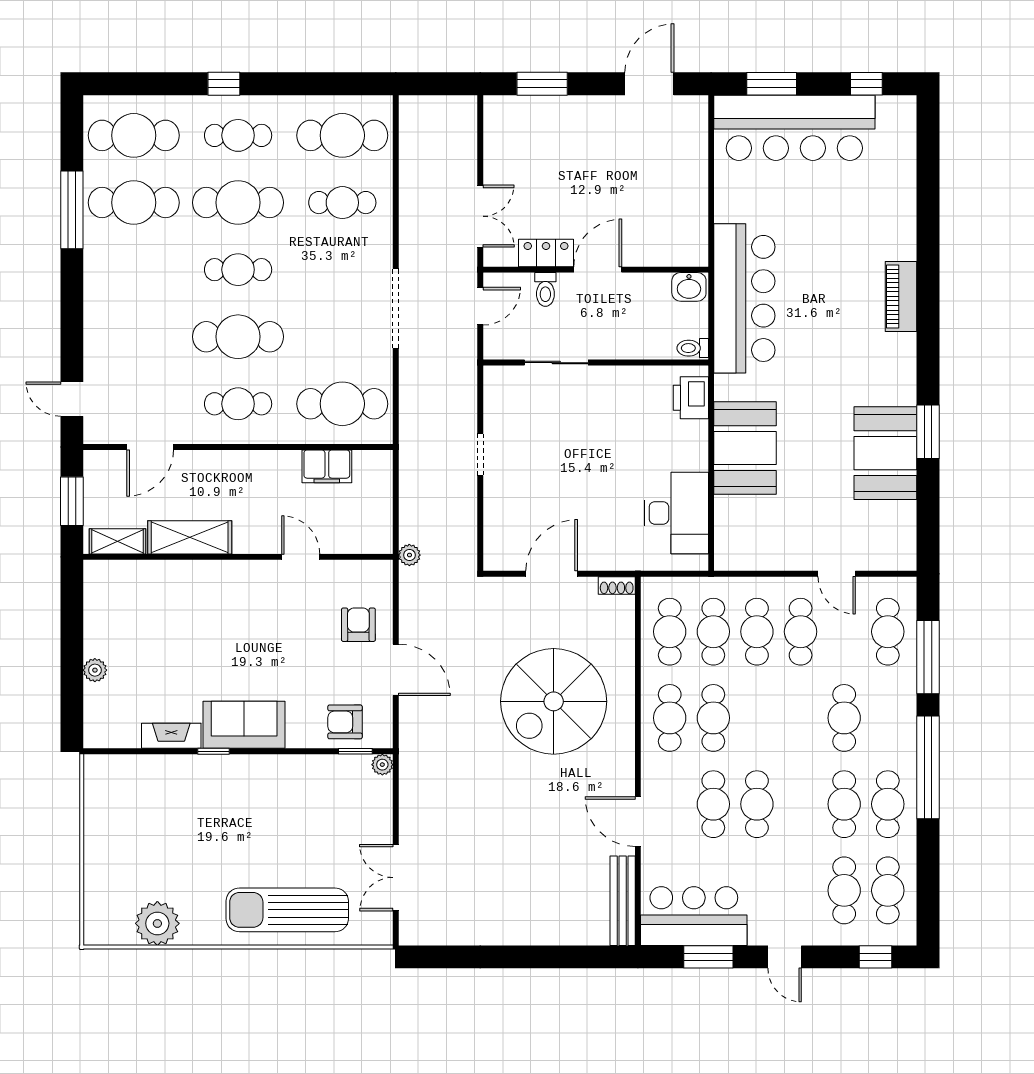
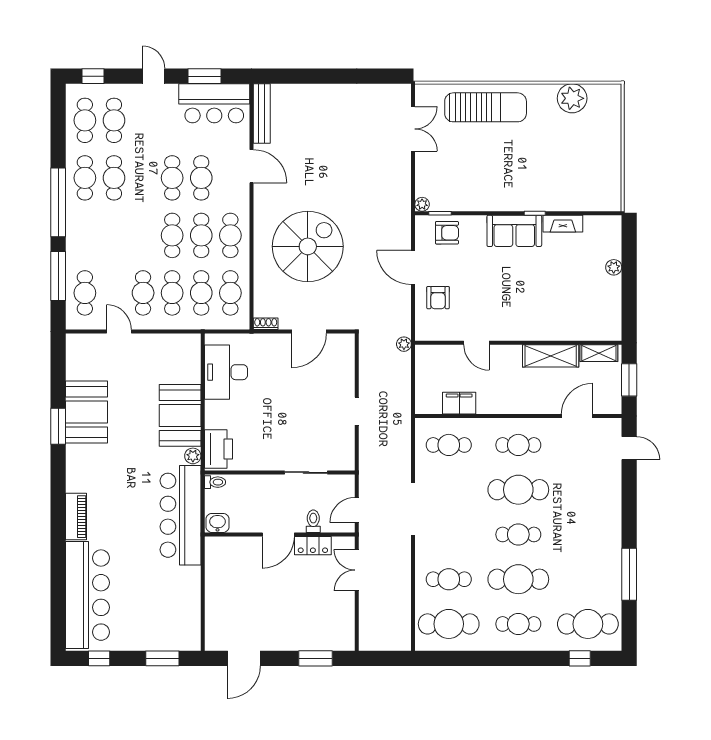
window: (224, 84) -> (580, 658), moved
bar counter: (794, 128) -> (87, 595), moved, turned 90
cafe table: (134, 203) -> (588, 579), removed
plant: (726, 387) -> (193, 456), added
printer: (691, 398) -> (219, 449), width x1.37, depth x1.19
cafe table: (342, 404) -> (449, 445), width x0.73, depth x0.74
cafe table: (844, 718) -> (172, 235), moved

